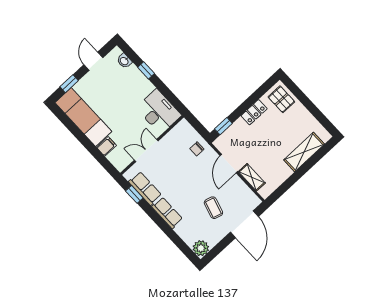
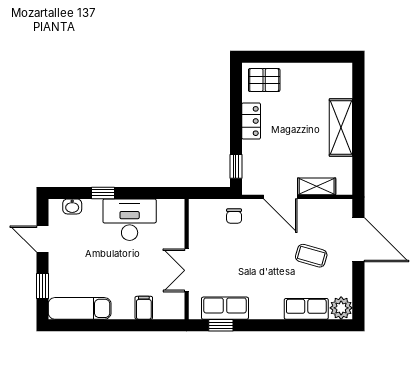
desk: (159, 112) -> (130, 220), moved
exam couch: (83, 117) -> (80, 308), width x0.73, depth x0.69
shelving: (304, 152) -> (341, 128), moved
row of seats: (167, 213) -> (306, 309), moved

